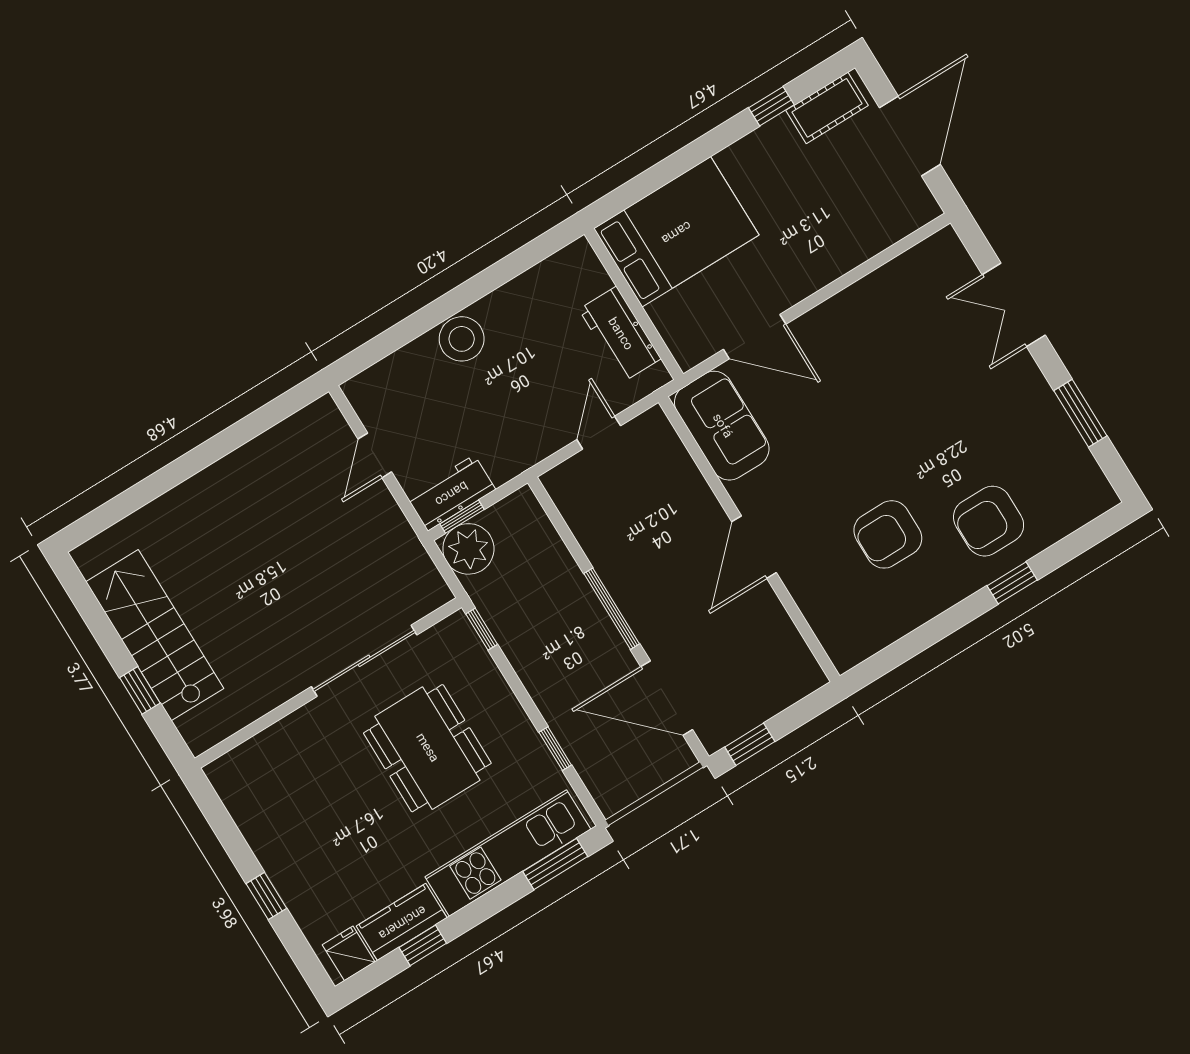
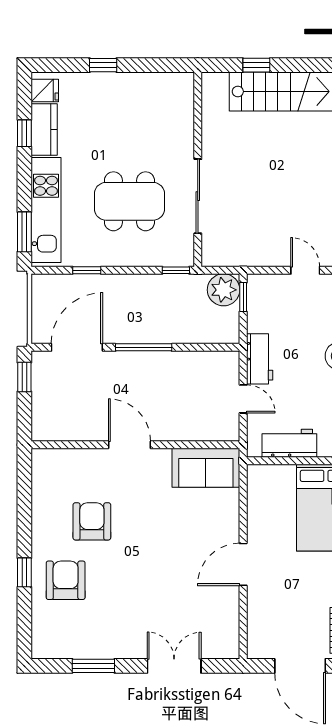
door: (755, 337) -> (243, 564), moved
workbench: (451, 493) -> (260, 359), moved

